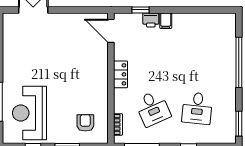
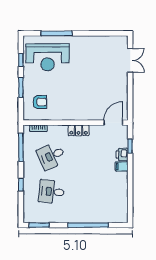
reception desk: (30, 113) -> (48, 57), turned 180

